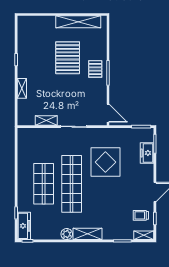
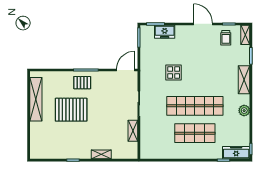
display table: (105, 162) -> (174, 72), width x0.54, depth x0.54
shelving: (88, 234) -> (244, 80), moved

